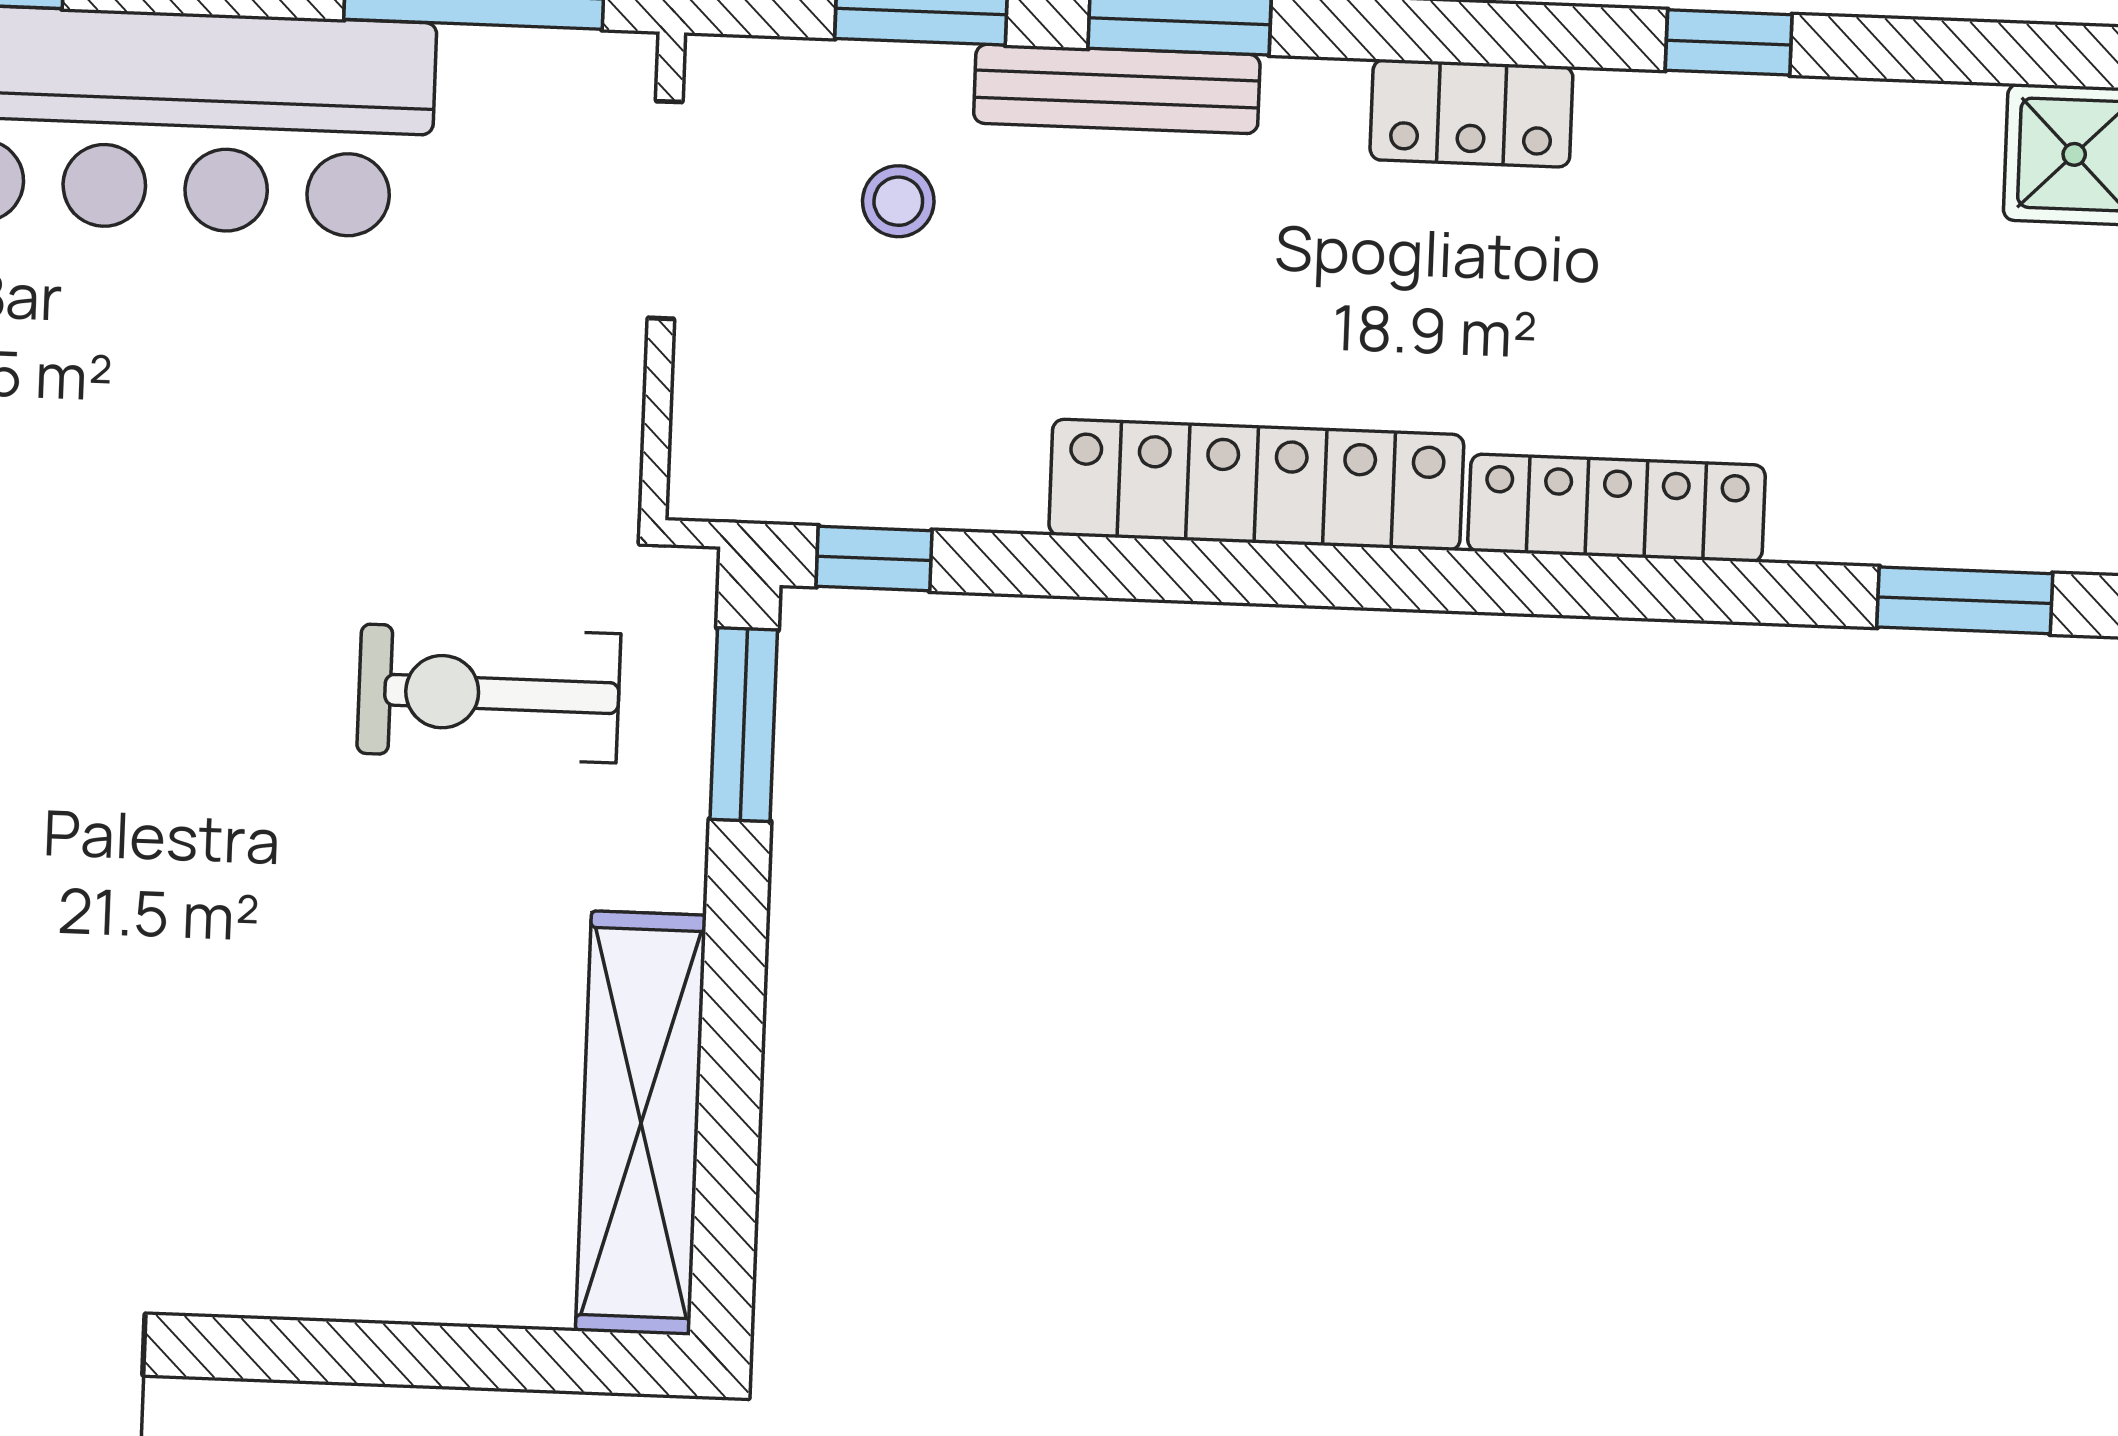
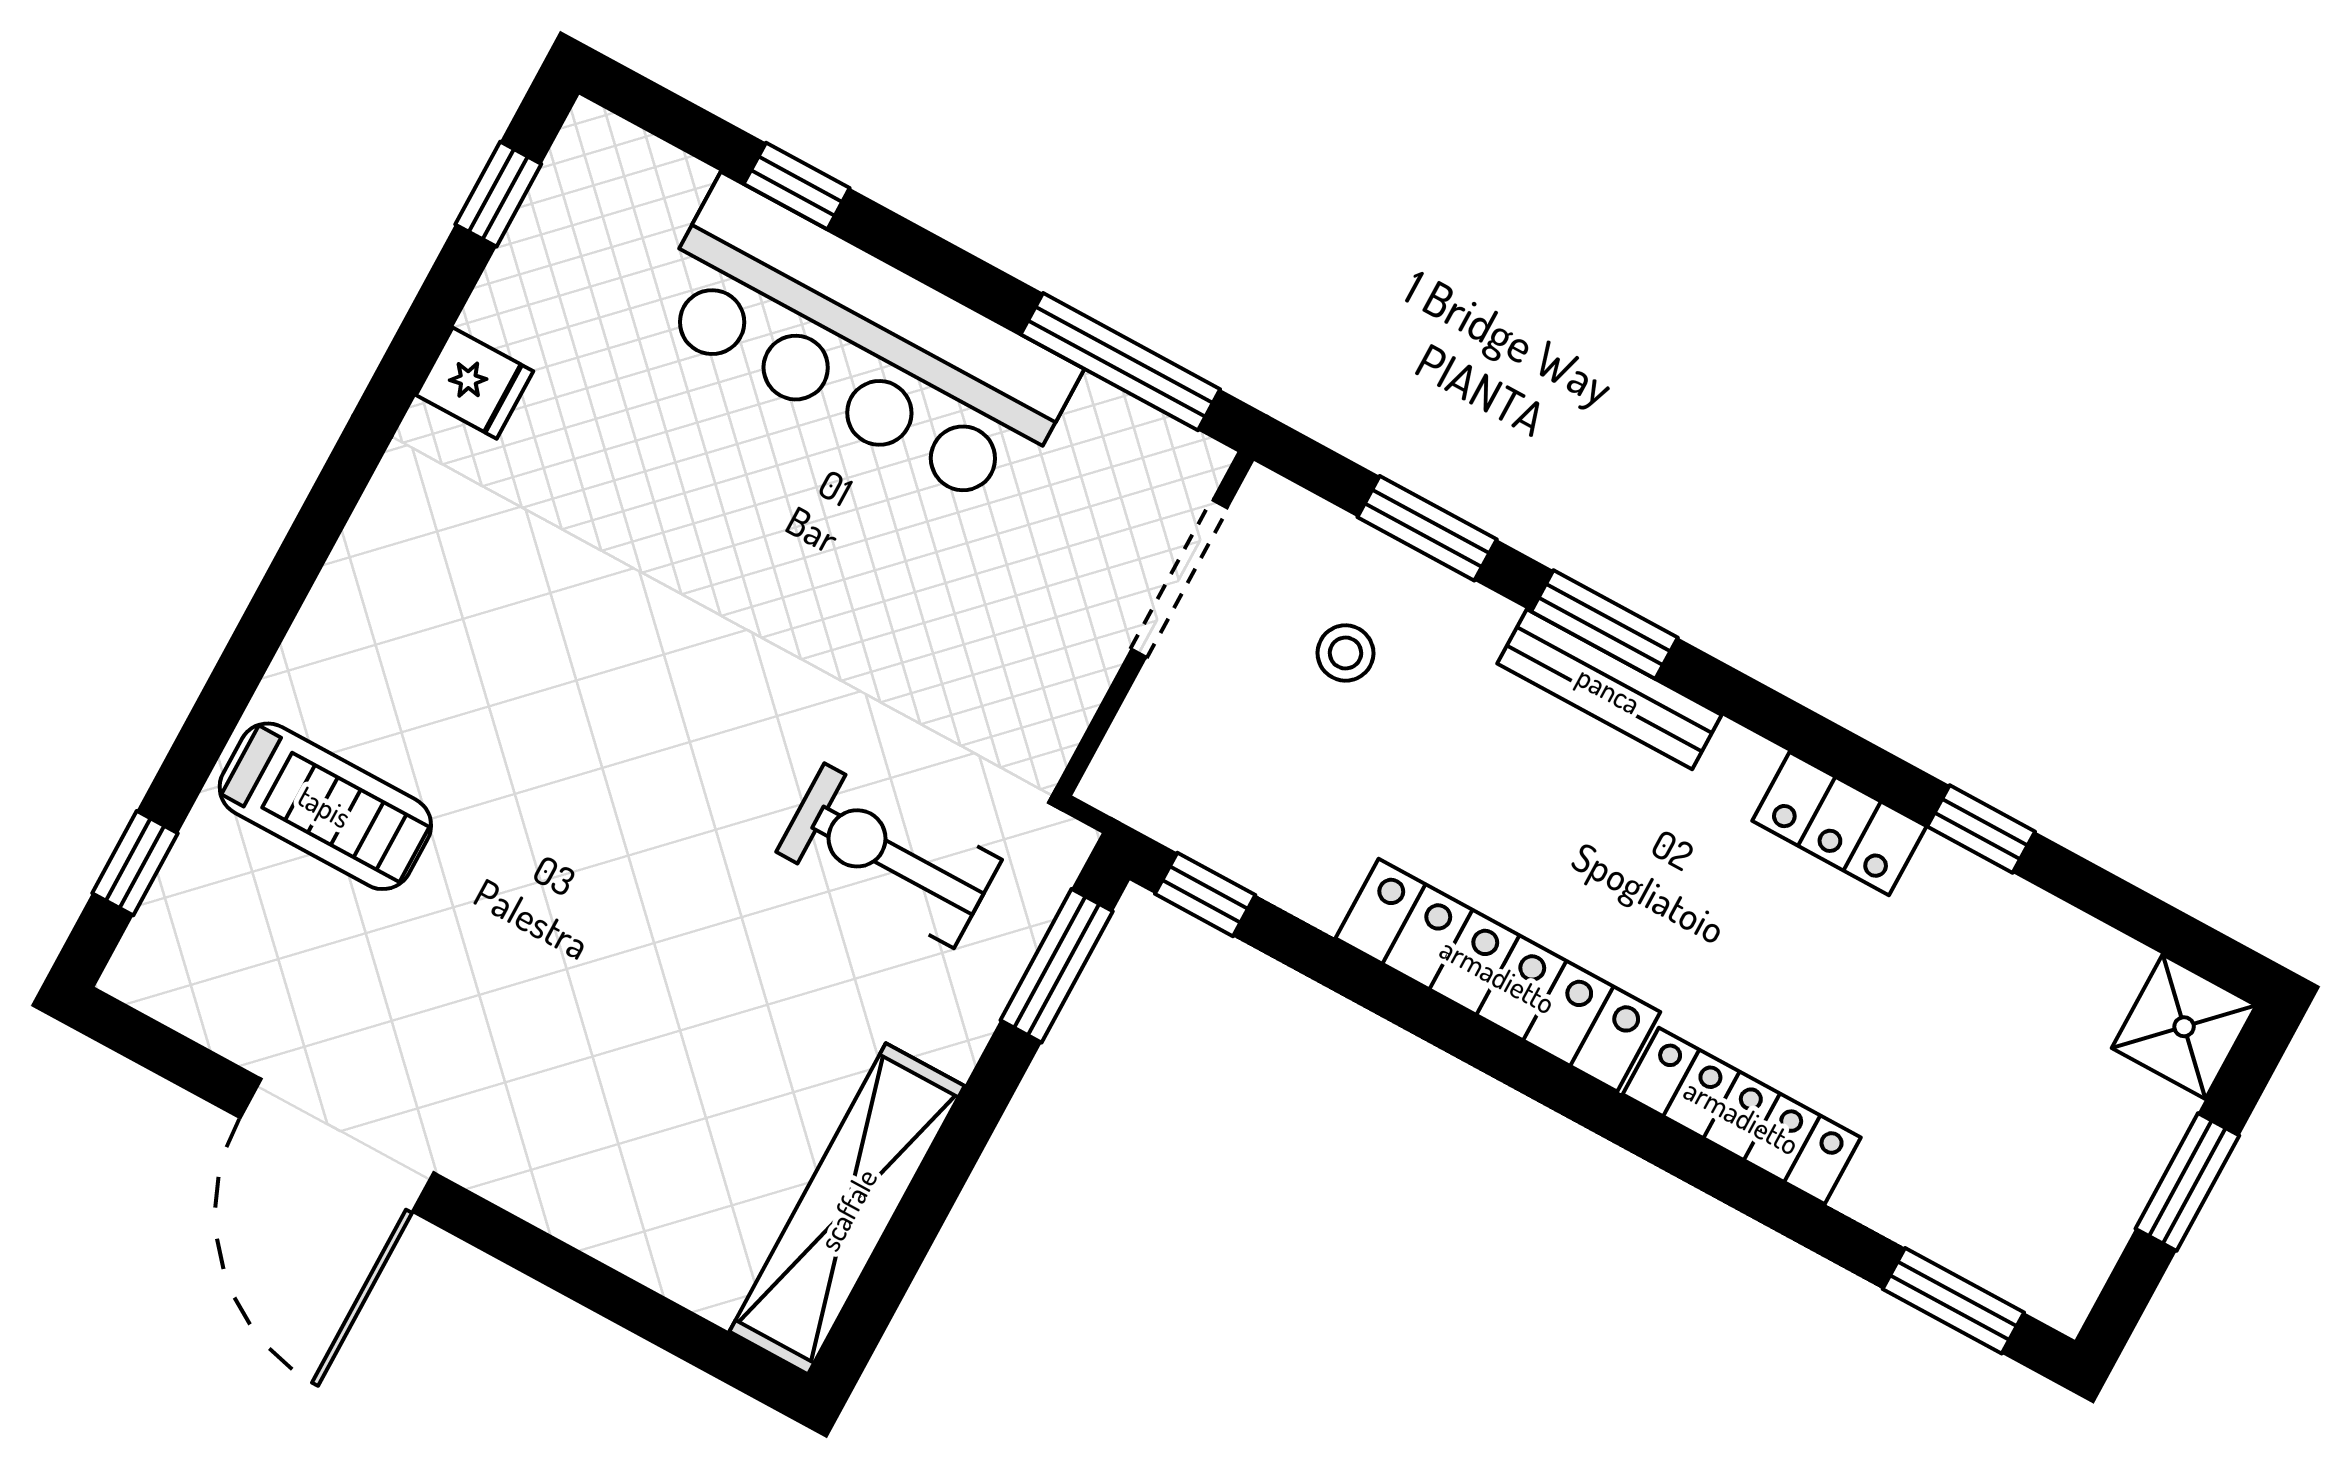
bench: (1117, 89) -> (1609, 689), moved
locker: (1471, 113) -> (1839, 824), moved

